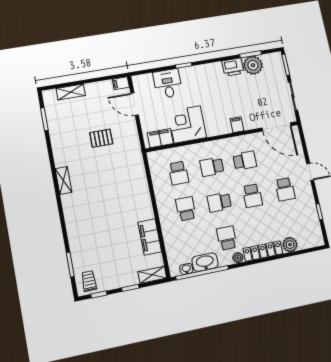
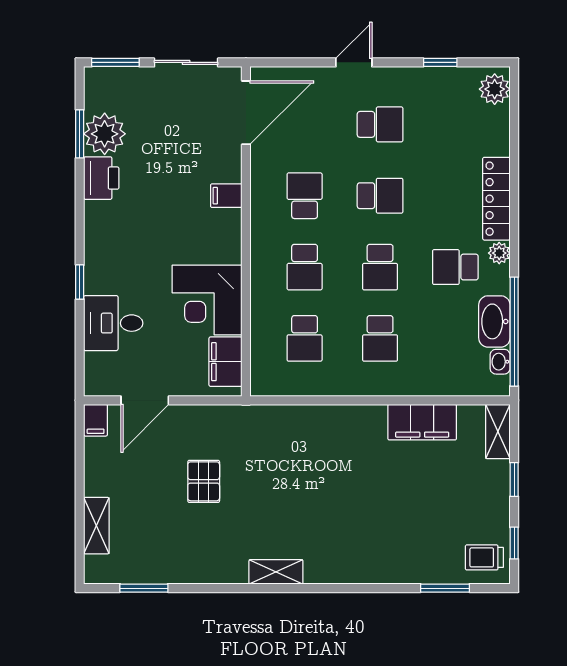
school desk: (179, 173) -> (305, 338), turned 90
school desk: (186, 209) -> (380, 338), turned -90
plant: (290, 245) -> (495, 89), moved

